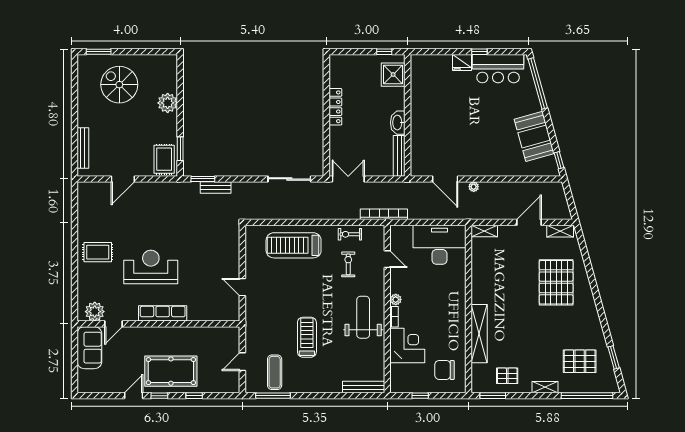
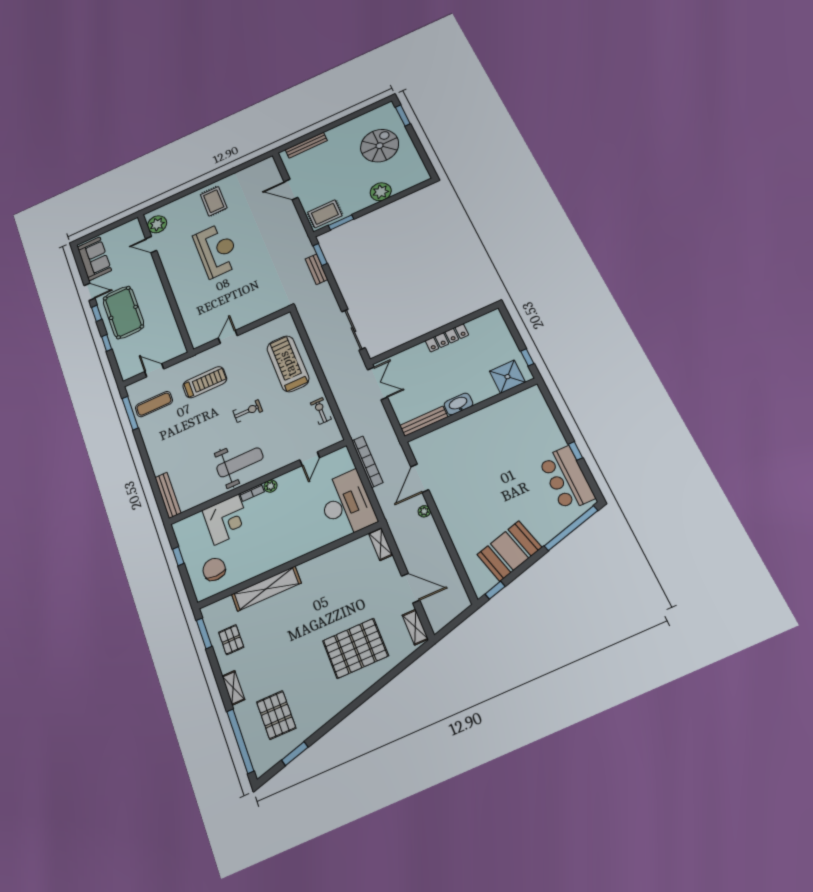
fridge: (462, 63) -> (555, 439), removed
bookcase: (384, 214) -> (367, 462), moved
exercise bike: (348, 264) -> (248, 411), moved
row of seats: (163, 313) -> (176, 280), removed
treadmill: (307, 337) -> (205, 382), moved
sofa: (89, 348) -> (94, 259), moved, turned -90

